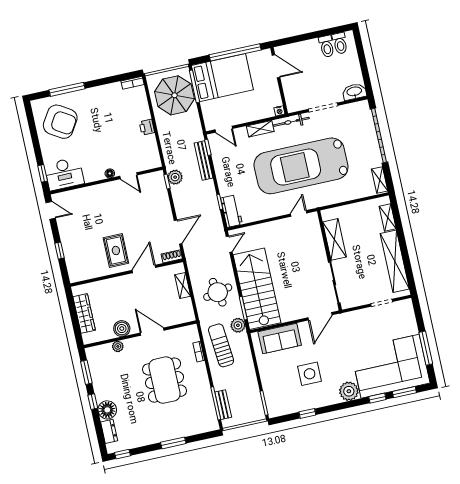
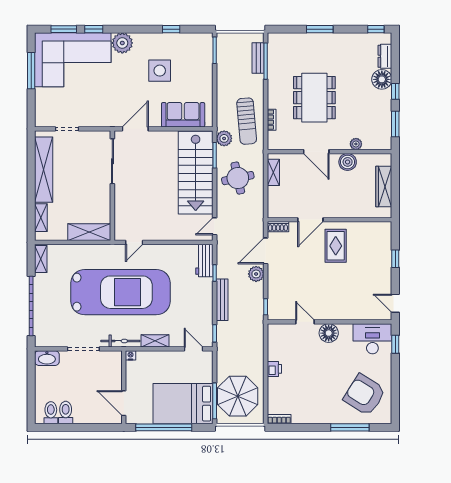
bench: (204, 161) -> (222, 300), moved
floor lamp: (110, 173) -> (329, 333), width x1.89, depth x1.89
plant: (175, 177) -> (256, 274), moved
shelving: (335, 239) -> (89, 232), moved, turned 90
shelving: (183, 285) -> (273, 172), moved

